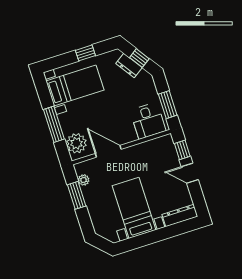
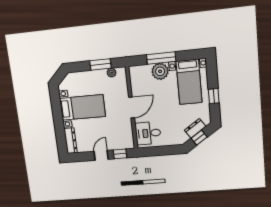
window: (168, 105) -> (157, 151), removed
plant: (76, 143) -> (160, 71), moved
door: (108, 151) -> (132, 108), moved

